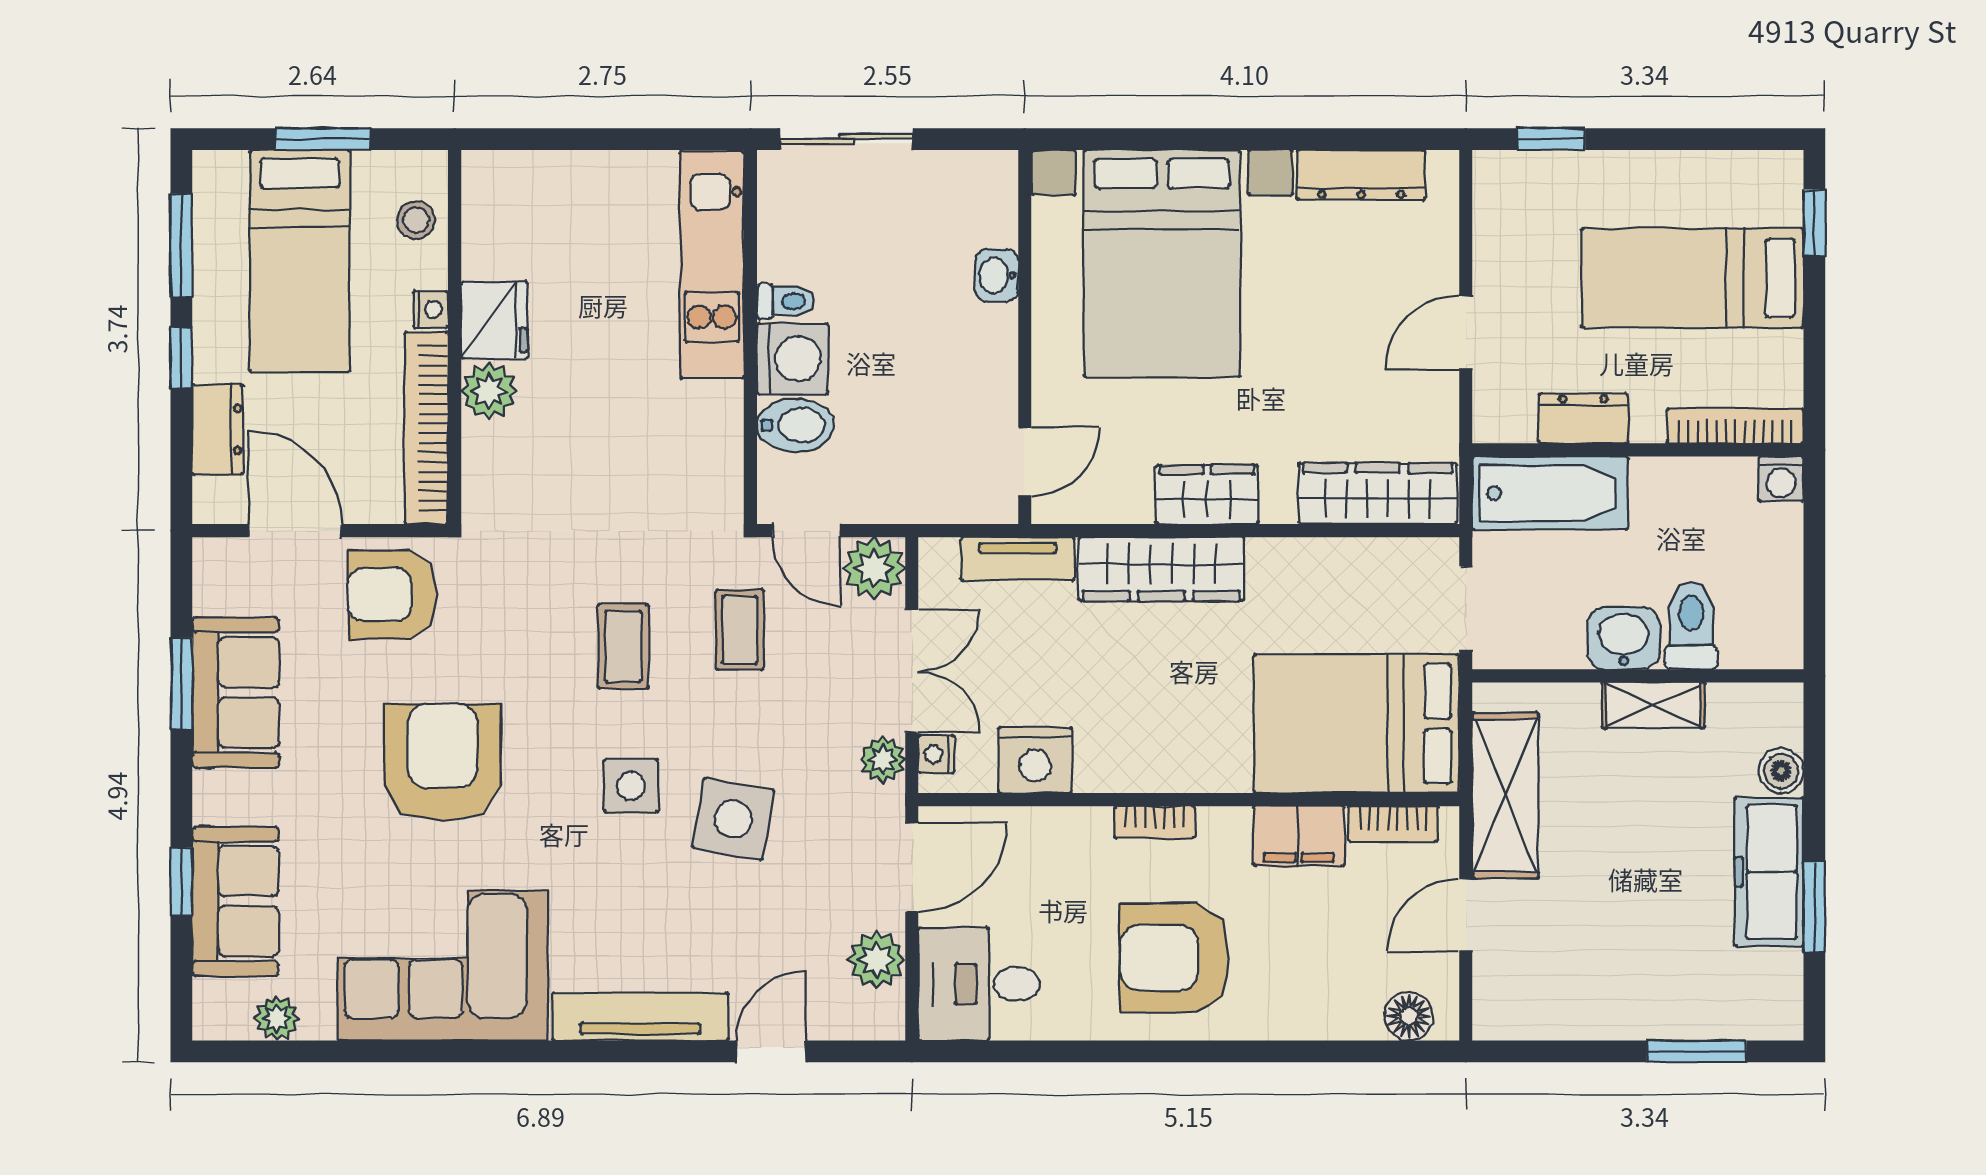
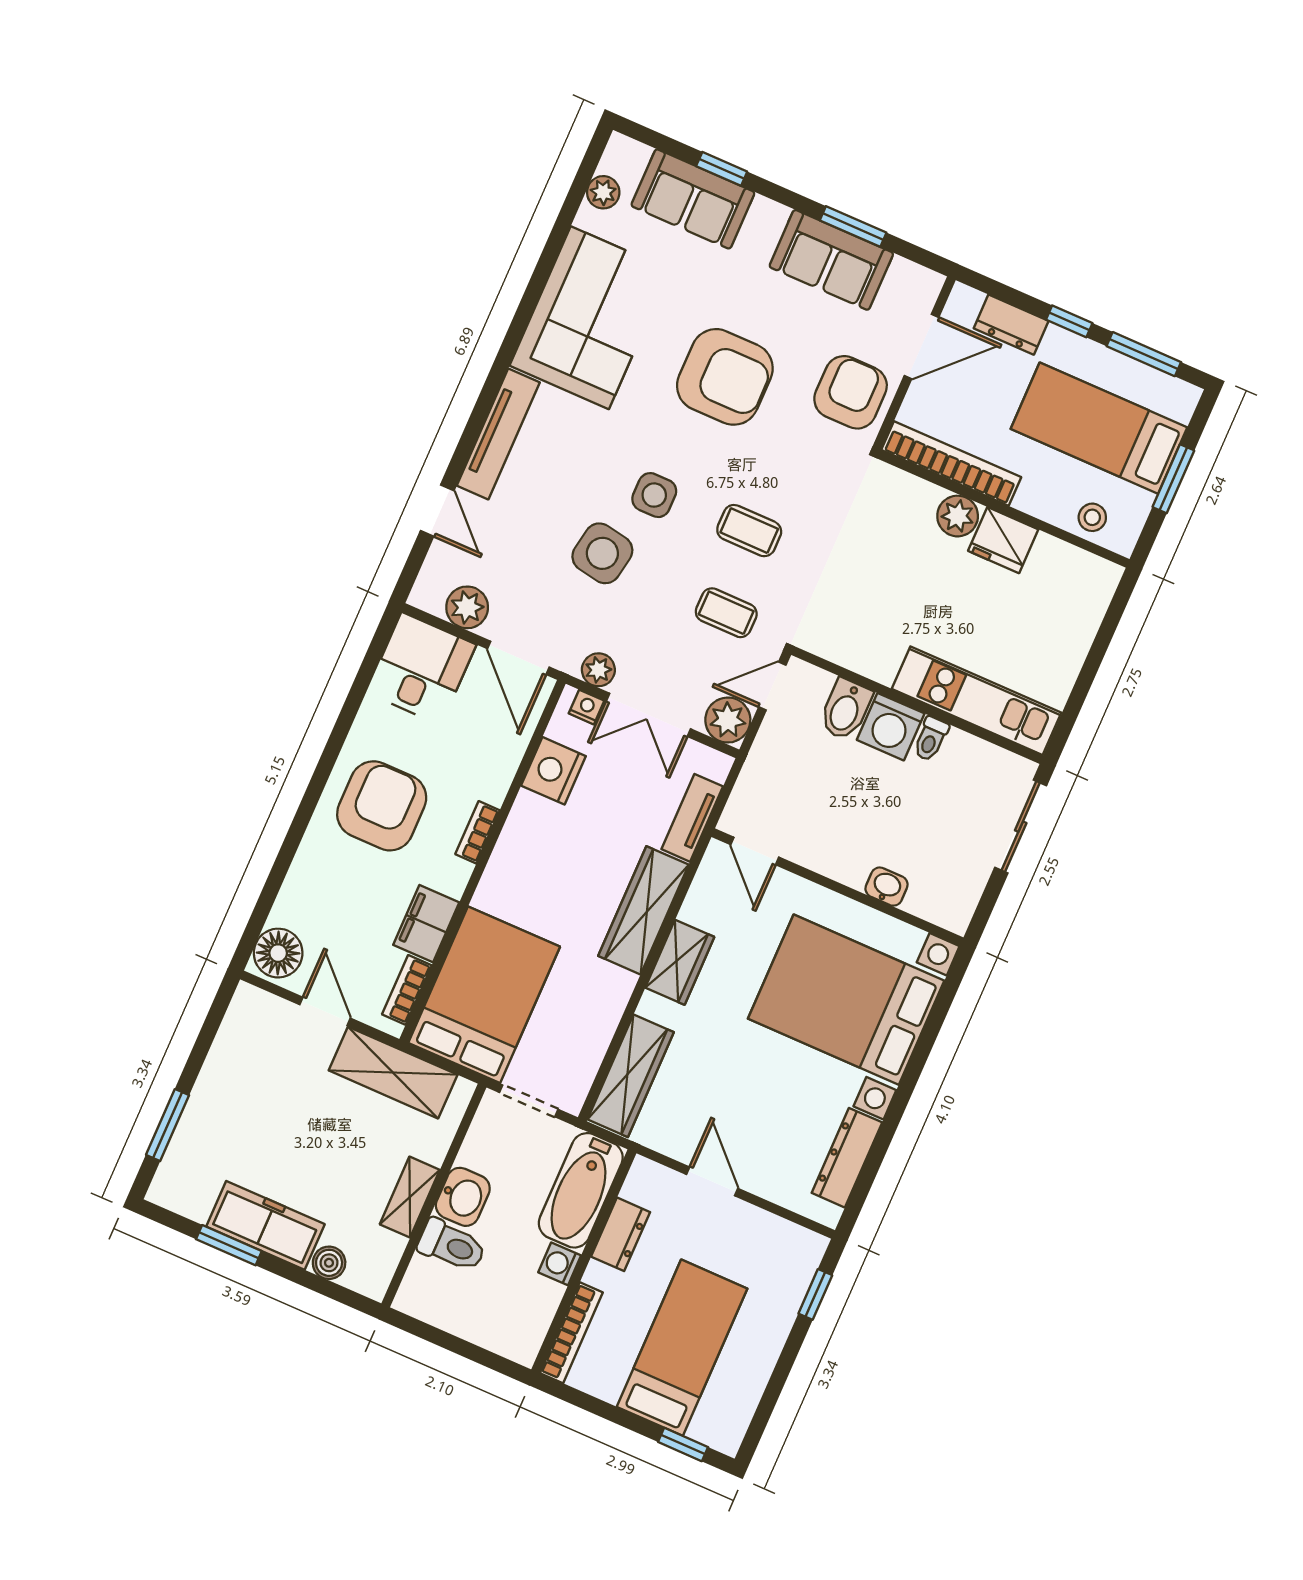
nightstand: (431, 309) -> (1029, 501), removed
washing machine: (1781, 479) -> (560, 1264), moved
floor lamp: (1409, 1016) -> (278, 953), width x1.38, depth x1.38

